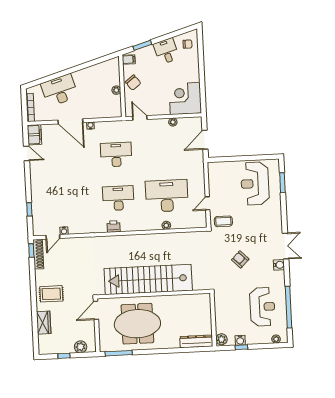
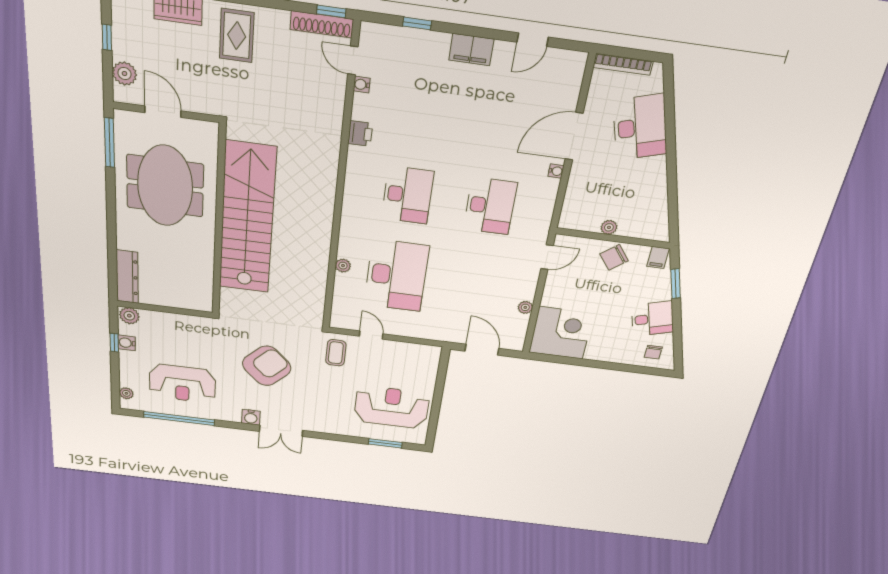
filing cabinet: (34, 135) -> (471, 50), moved
printer: (114, 226) -> (360, 134), moved
armchair: (240, 259) -> (267, 366), width x1.88, depth x1.88
door: (96, 310) -> (163, 112), moved

